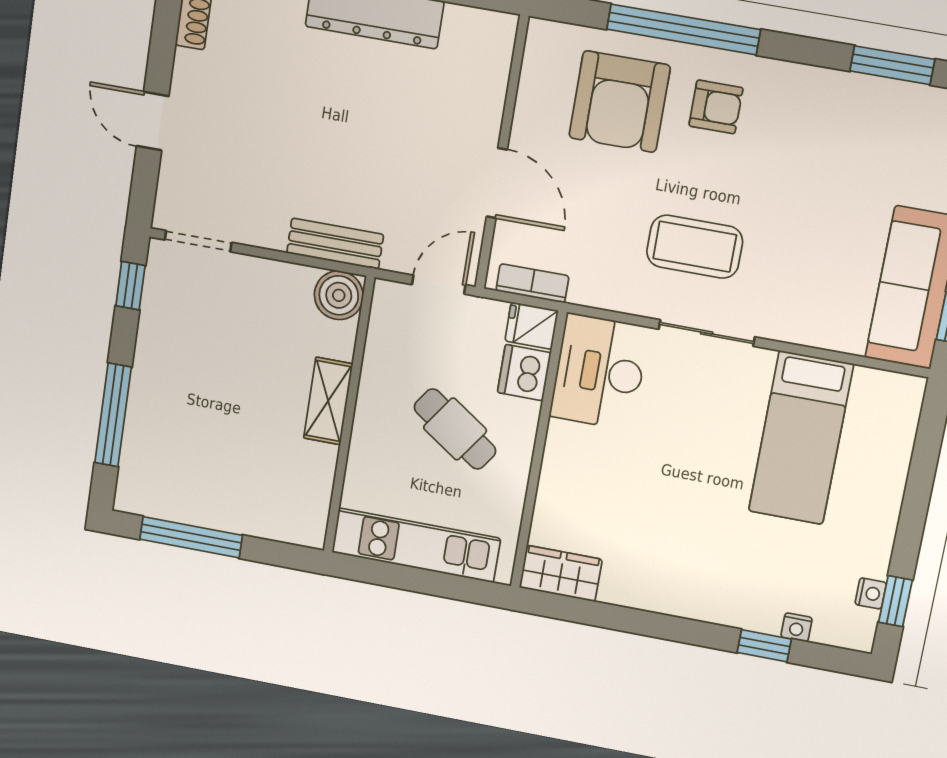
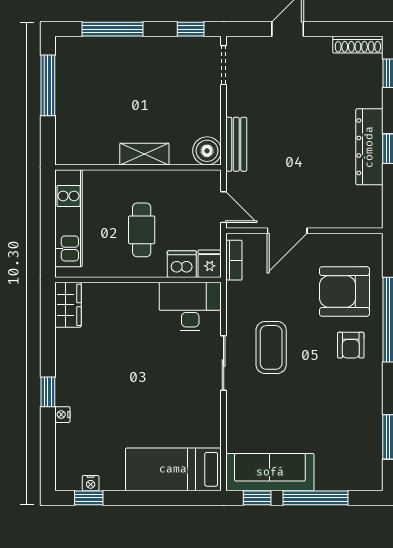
cafe table: (455, 429) -> (142, 230), turned -35
bed: (801, 438) -> (173, 469), moved
nightstand: (797, 627) -> (62, 415), moved
window: (764, 646) -> (48, 392), moved

